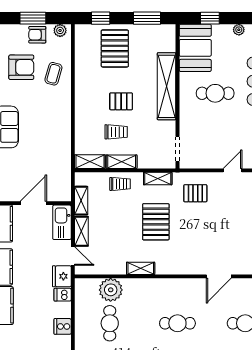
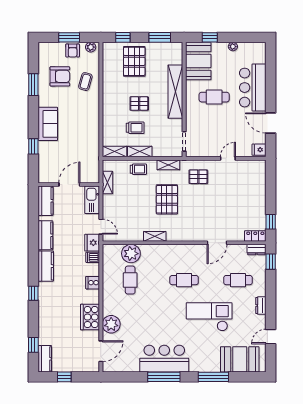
armchair: (37, 35) -> (73, 50), turned -90
shelving: (81, 231) -> (108, 207), removed

